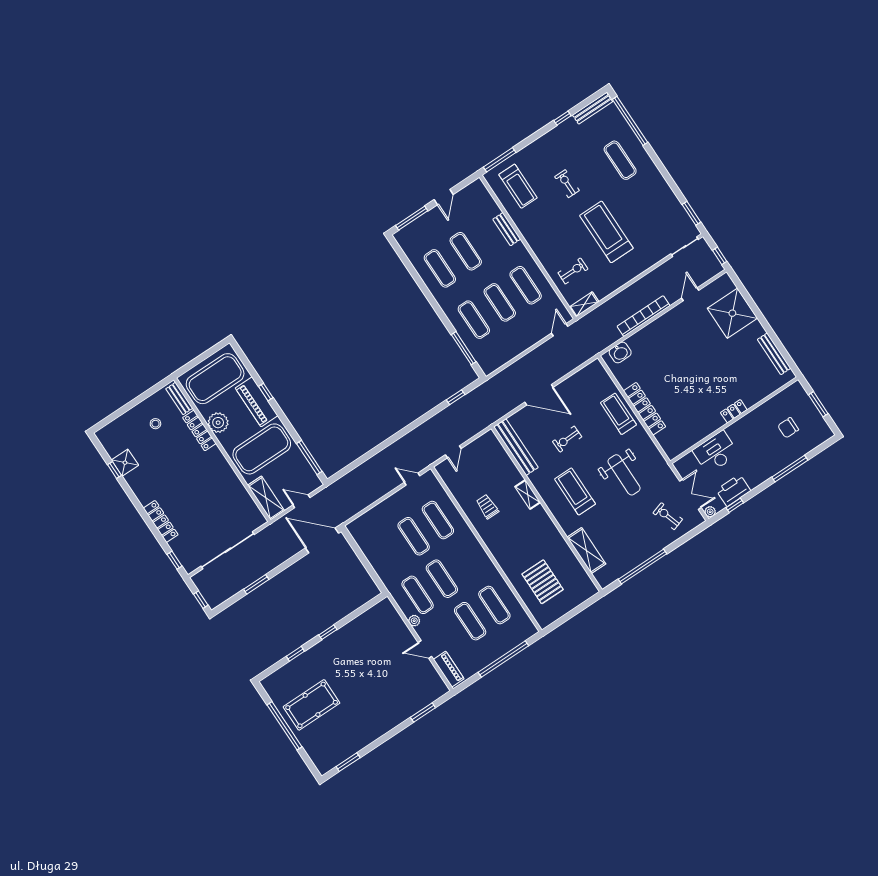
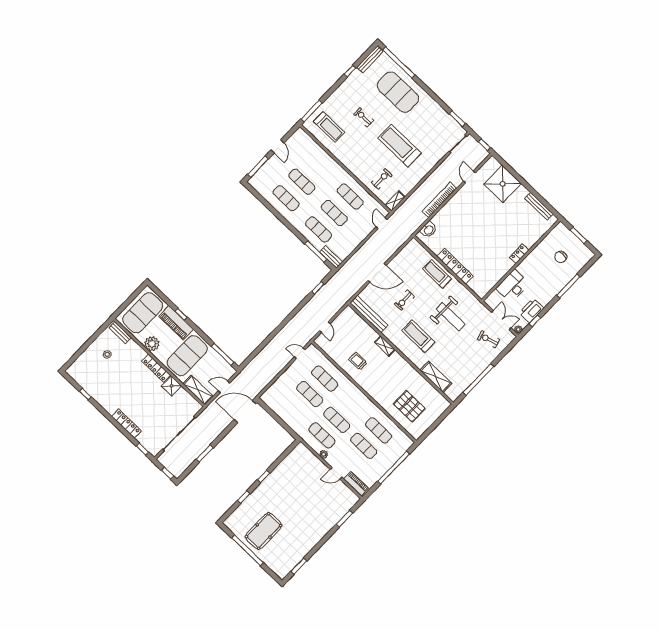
exercise mat: (620, 160) -> (398, 92), width x2.00, depth x1.45
bench: (507, 229) -> (331, 257), moved
locker: (199, 430) -> (156, 368), moved
shower: (125, 463) -> (171, 386), moved

